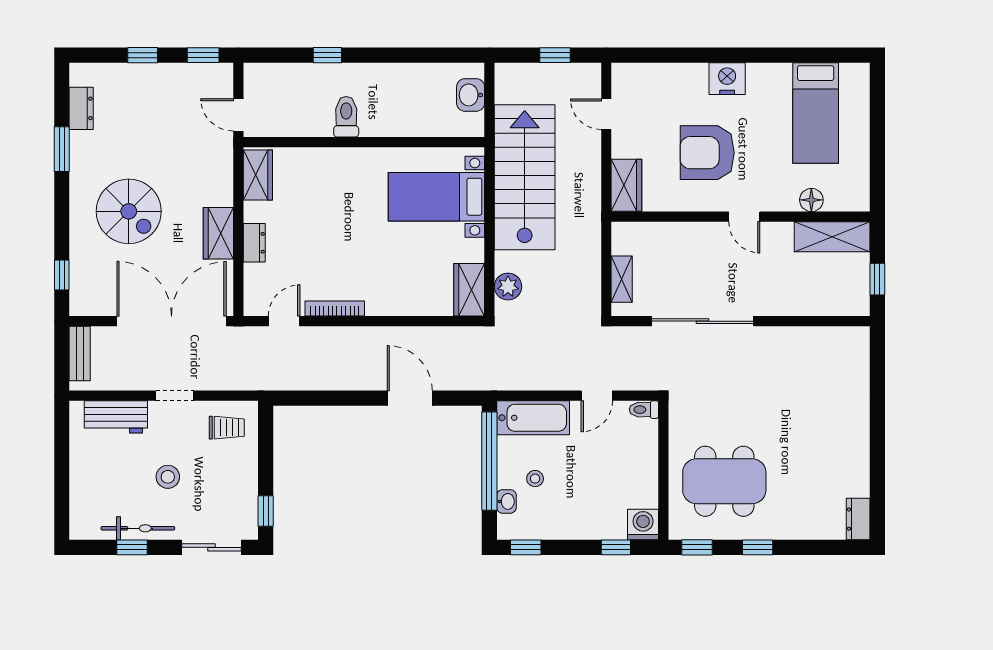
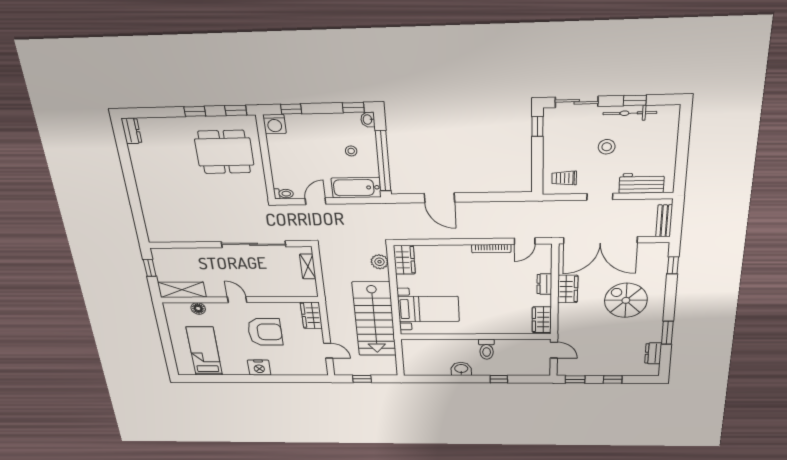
washbasin: (471, 95) -> (461, 369), moved, turned -90
washbasin: (506, 501) -> (368, 120), moved

